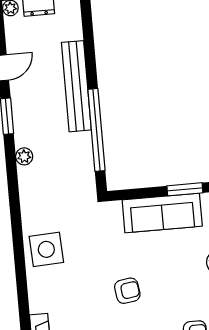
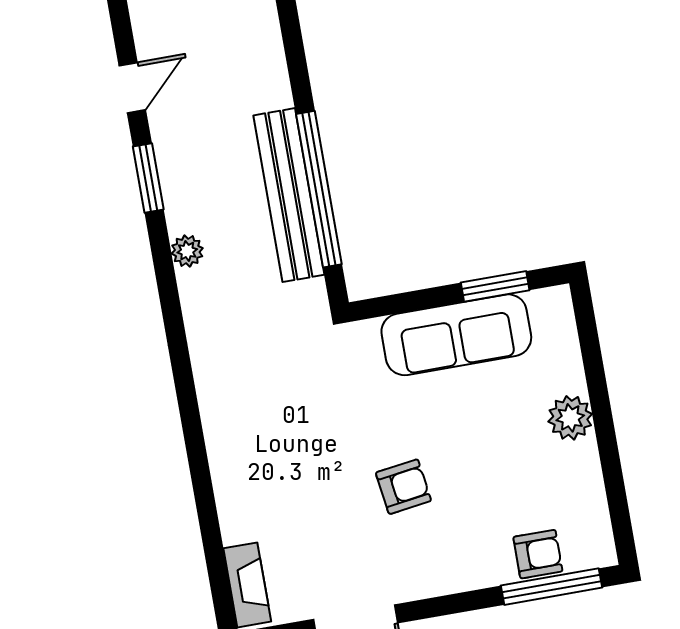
bench: (76, 86) -> (289, 195), moved
side table: (46, 249) -> (244, 422), removed

